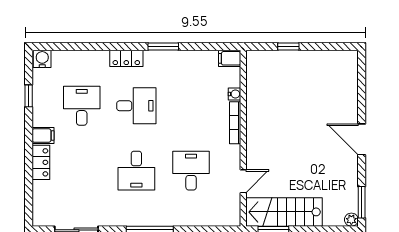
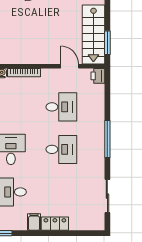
desk: (191, 171) -> (61, 107), turned 180
printer: (231, 218) -> (98, 76), added

